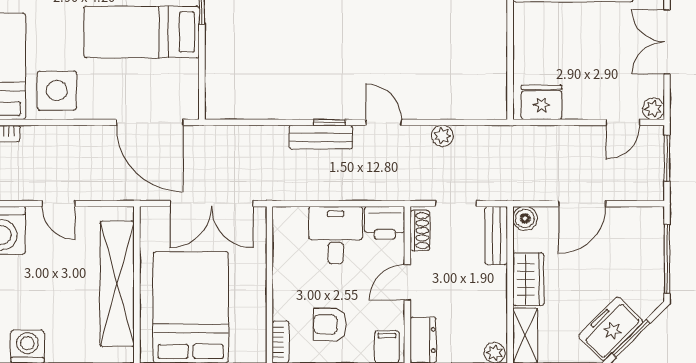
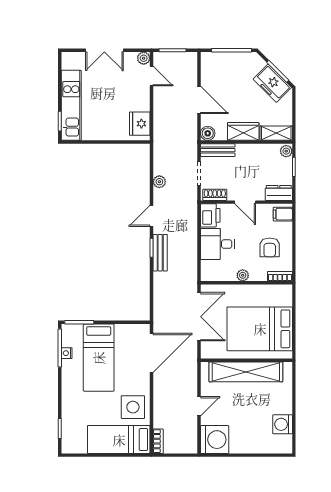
plant: (282, 278) -> (243, 275), added

